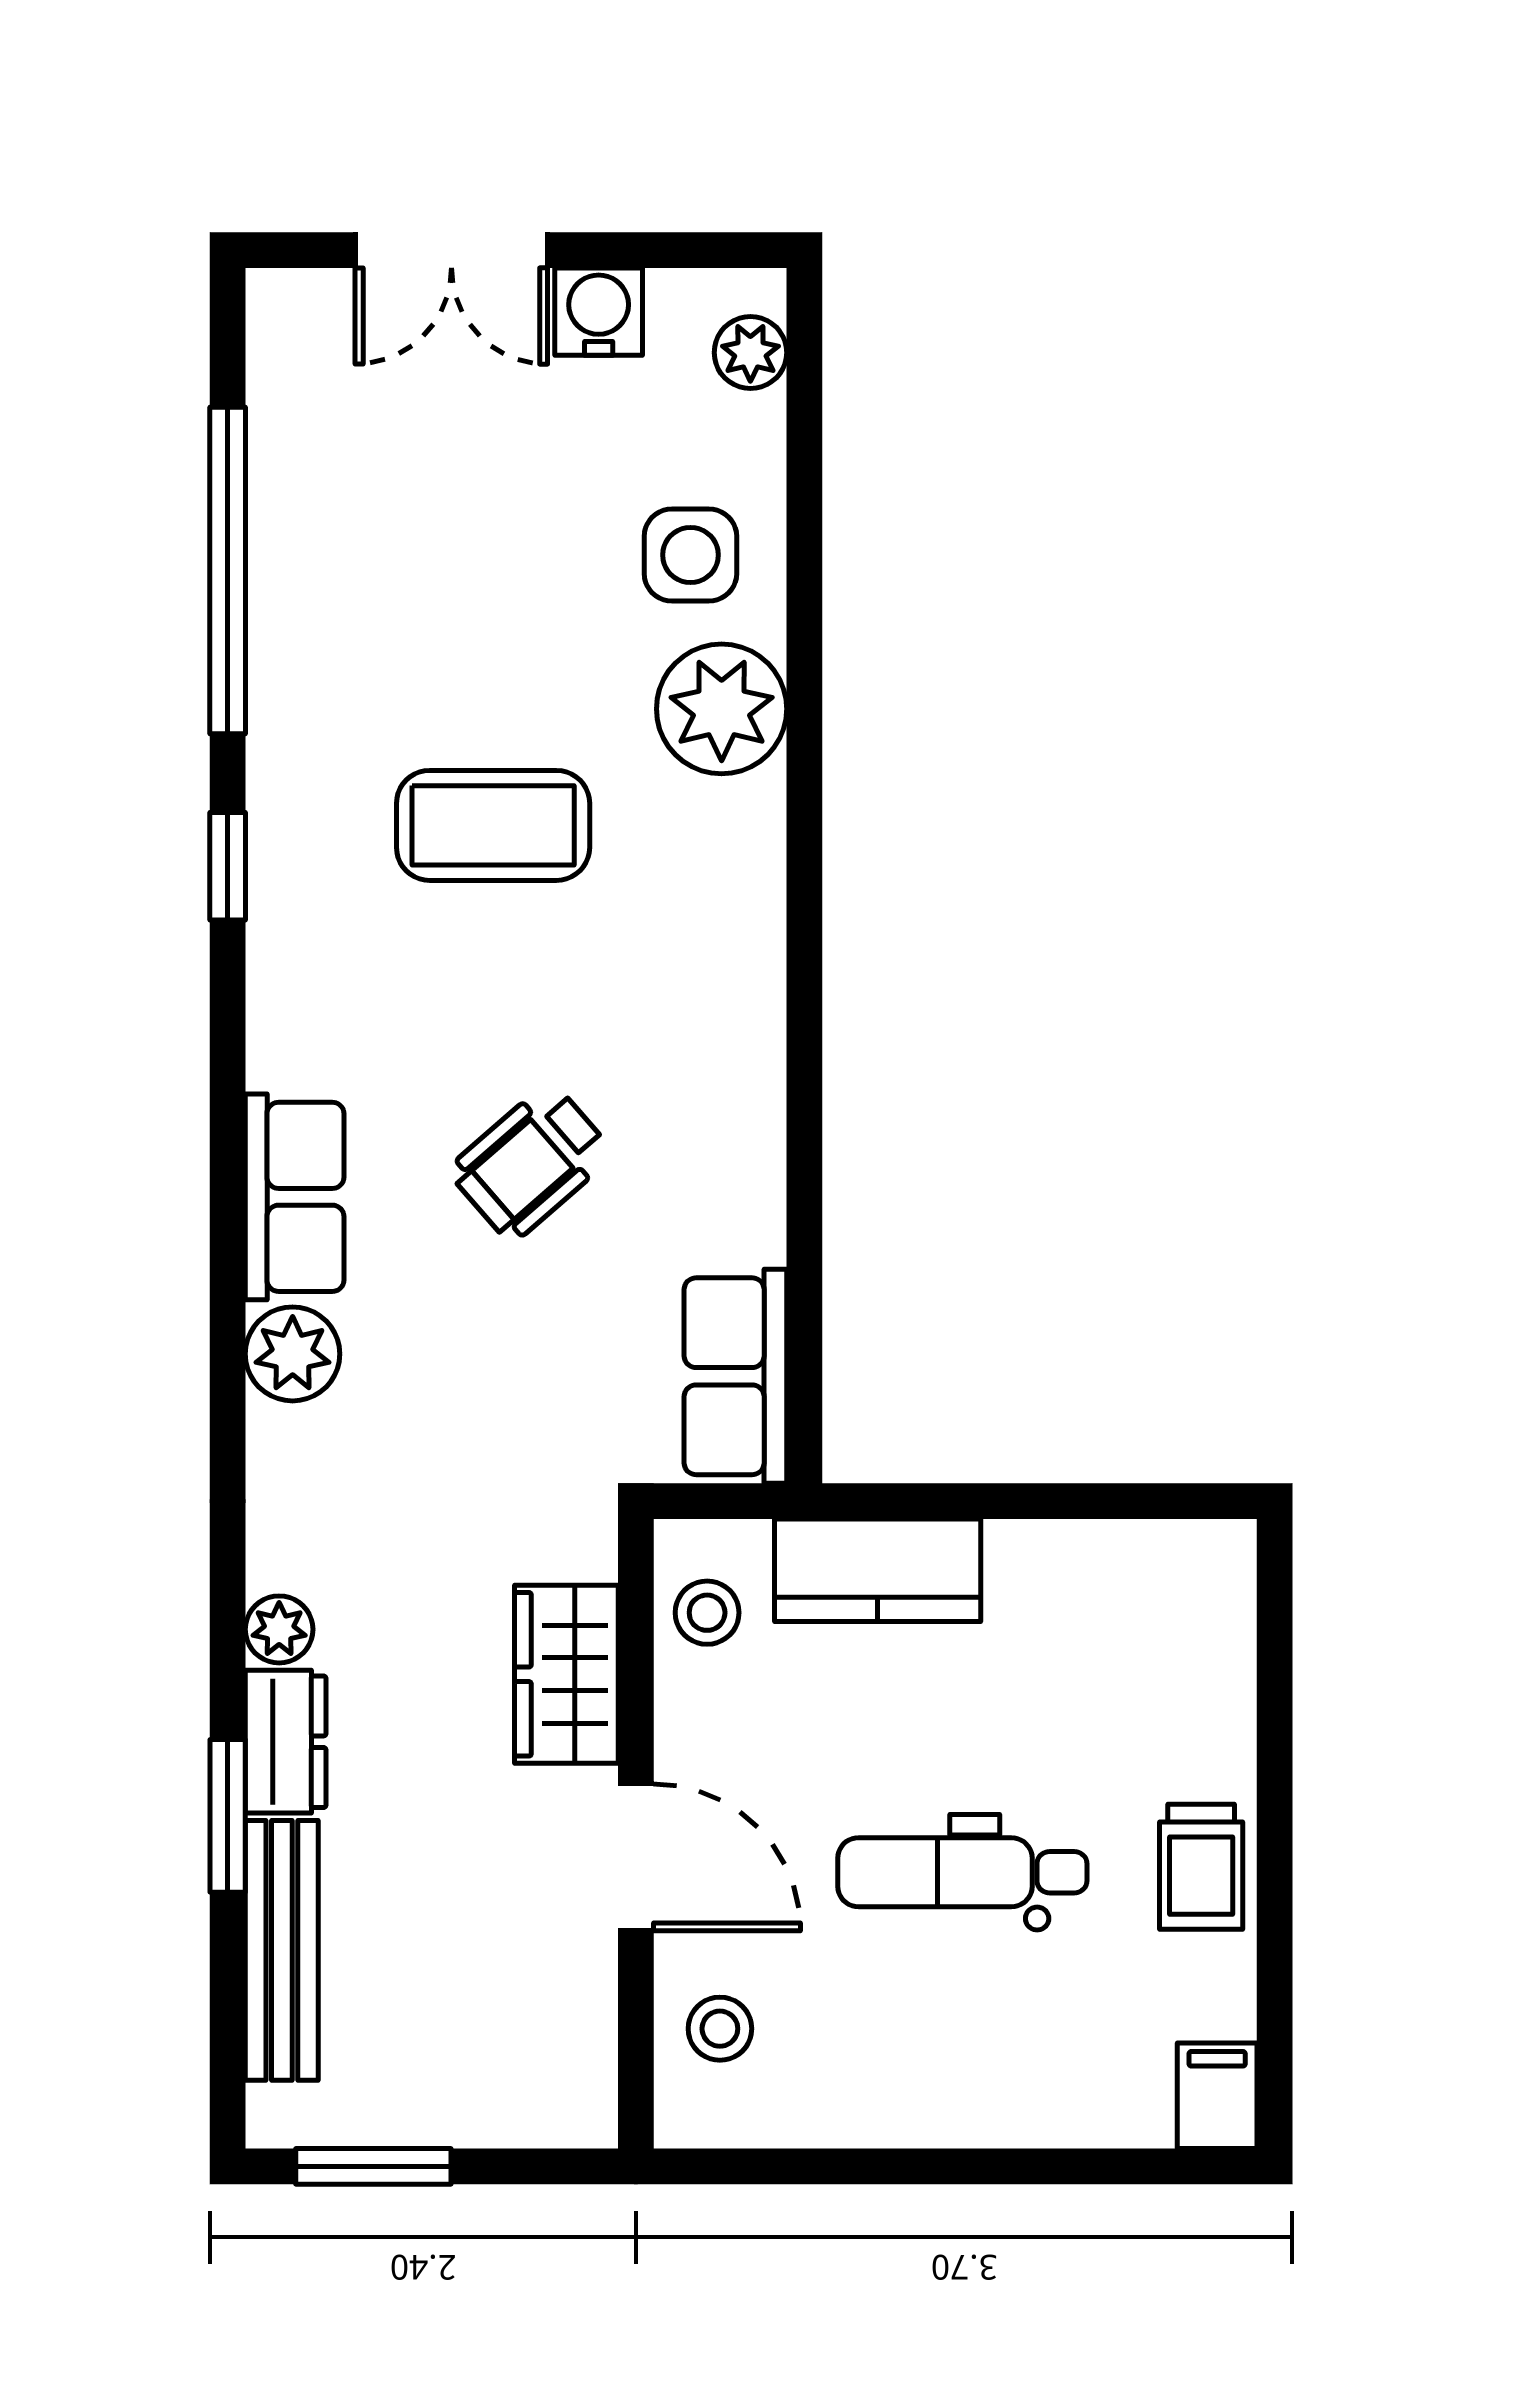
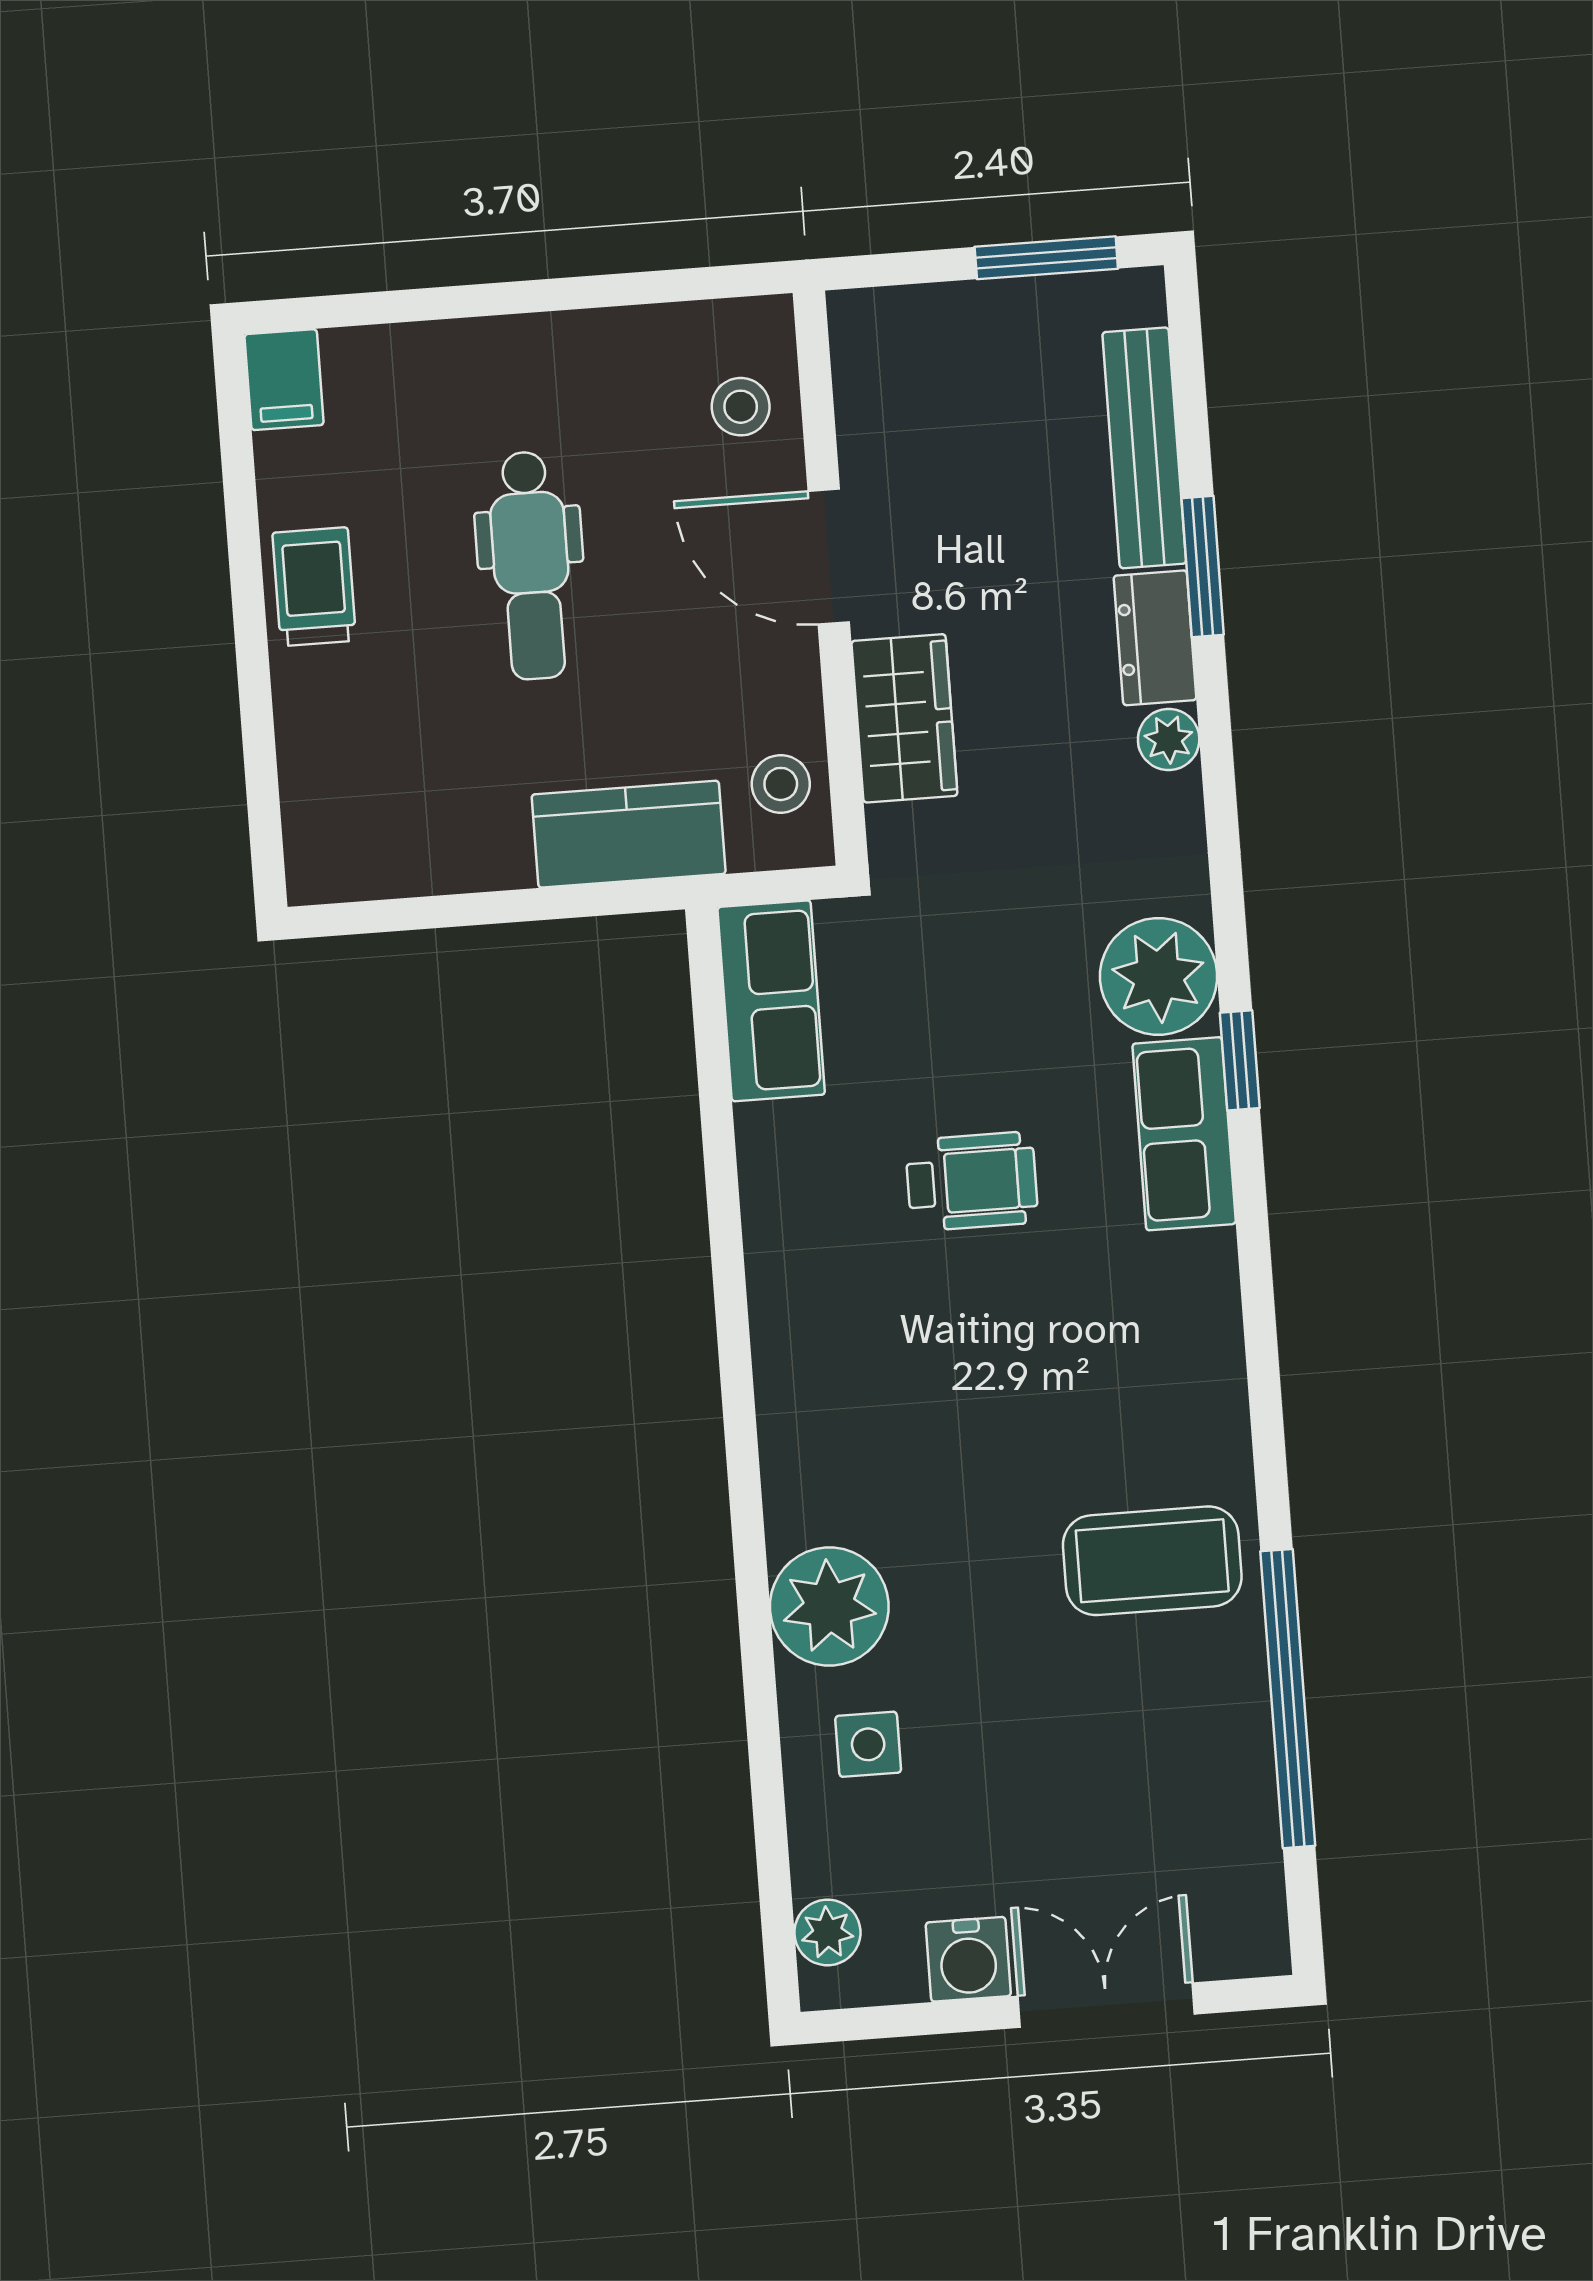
side table: (690, 555) -> (868, 1744), width x0.73, depth x0.73
coffee table: (493, 825) -> (1152, 1561), moved
window: (228, 866) -> (1240, 1060), moved
wheelchair: (531, 1162) -> (972, 1181), turned 41
plant: (293, 1354) -> (1159, 976), width x1.36, depth x1.36
dental chair: (962, 1872) -> (531, 565), turned 90

